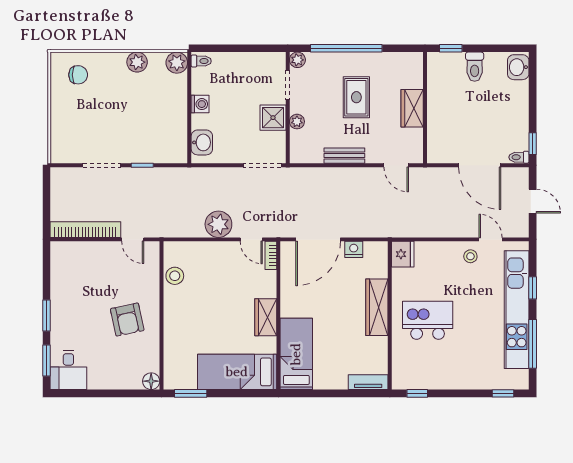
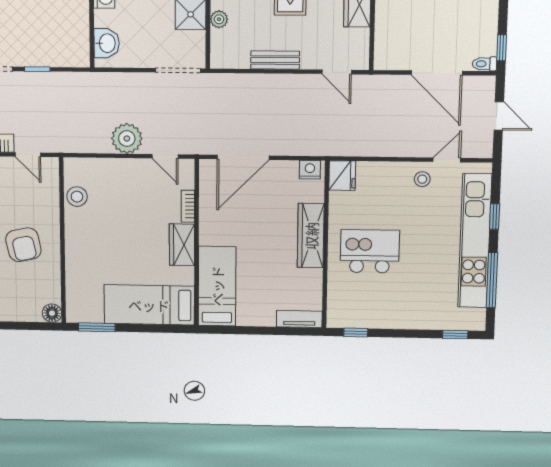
door: (491, 239) -> (447, 160), hinge flipped
nightstand: (354, 249) -> (310, 170), moved
bookcase: (271, 255) -> (188, 206), moved

